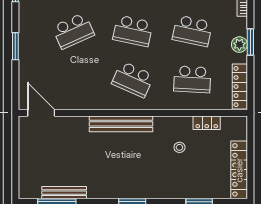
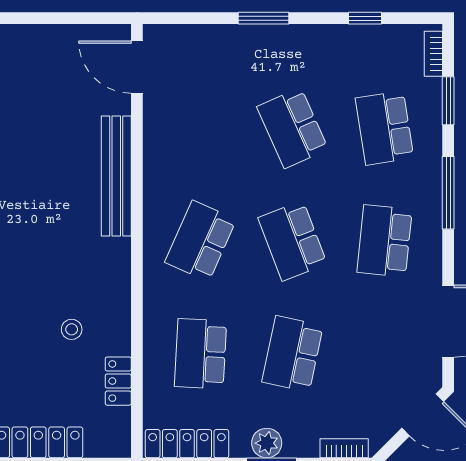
school desk: (133, 31) -> (293, 241), turned -33
door: (41, 113) -> (137, 67), swing flipped
bench: (121, 124) -> (116, 176), moved

